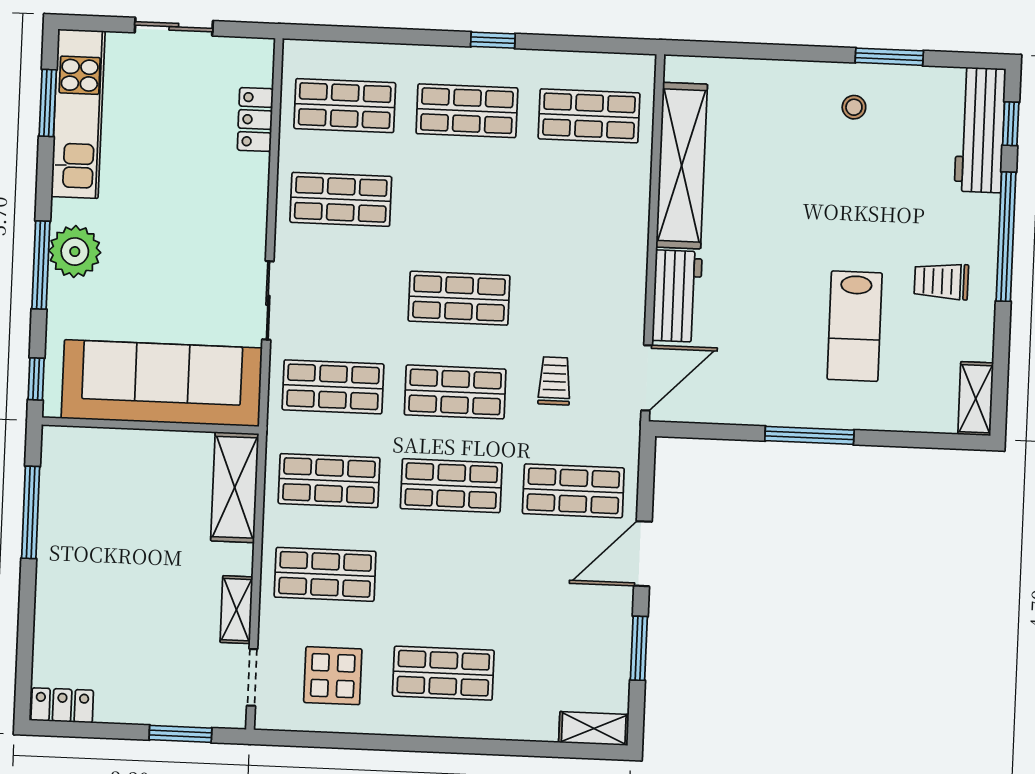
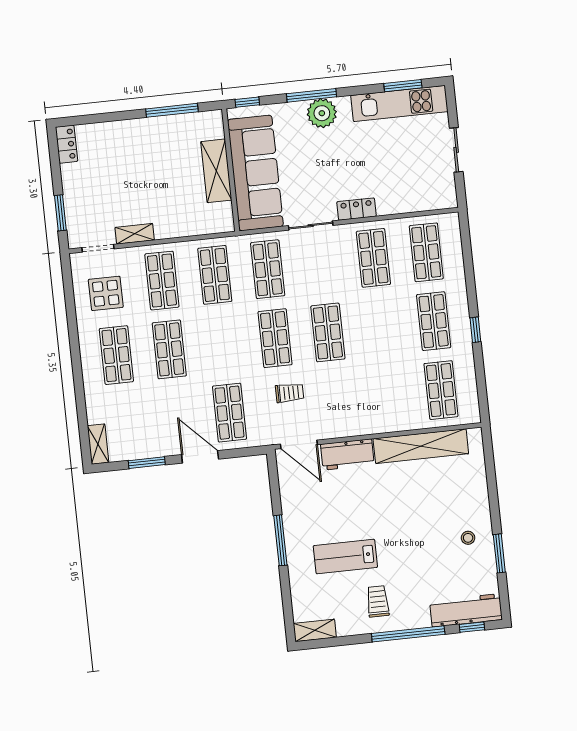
locker: (255, 120) -> (356, 209), moved
shop shelf: (451, 486) -> (169, 349), moved
shelving: (235, 487) -> (216, 171), moved, turned 90

